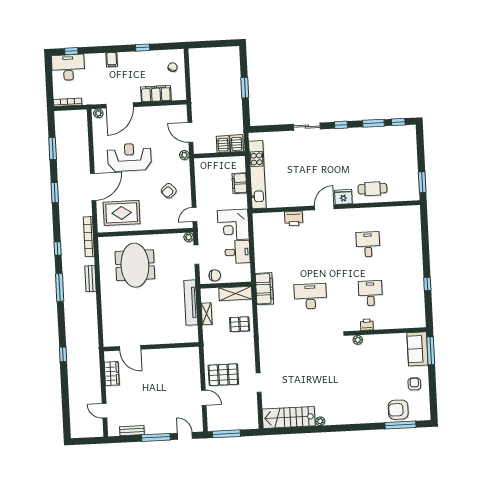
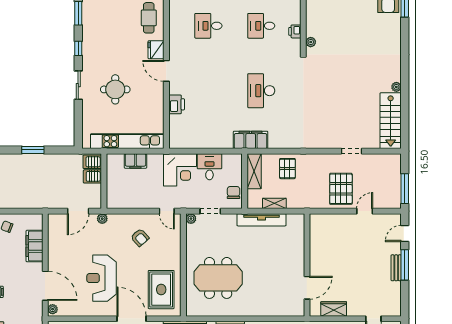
round table: (305, 161) -> (115, 89), added
bench: (132, 431) -> (396, 268), moved

